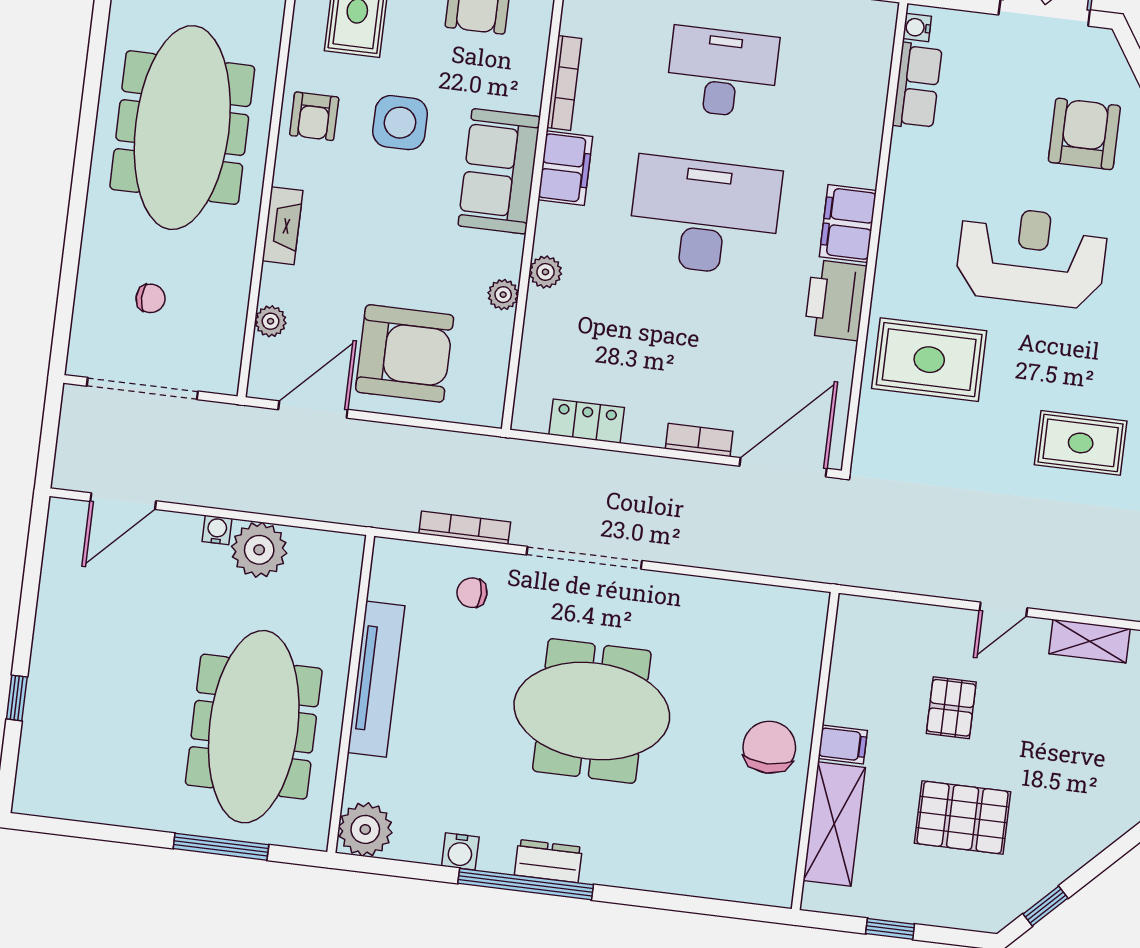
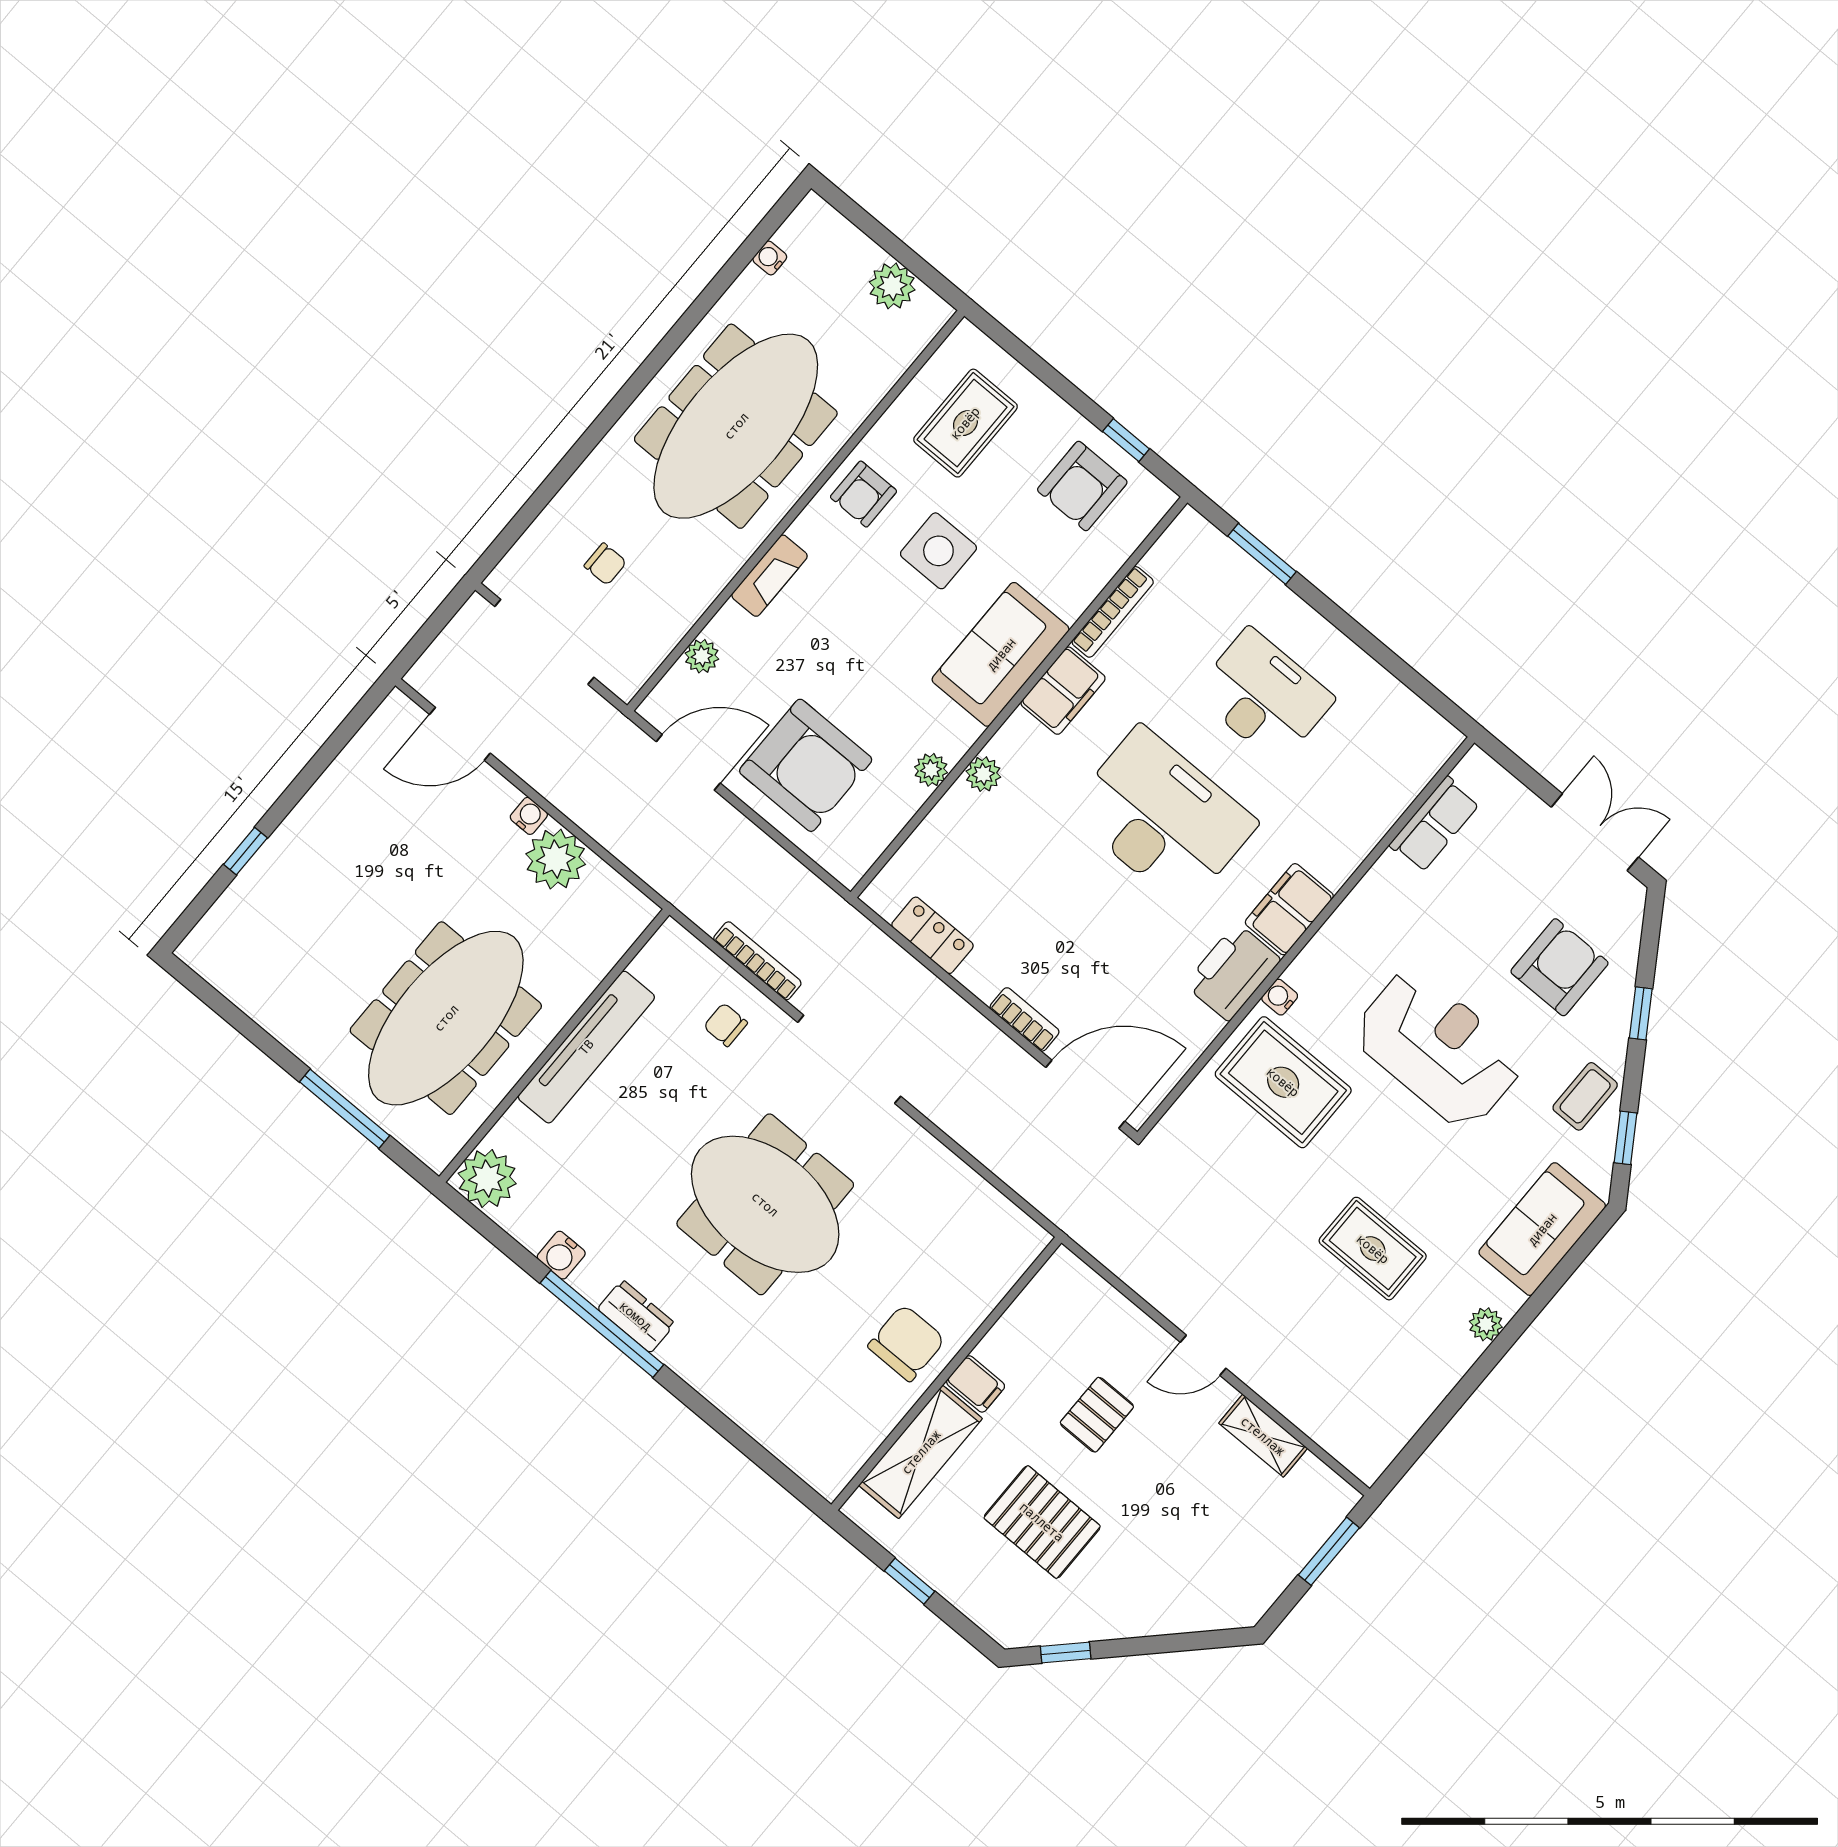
water cooler: (917, 27) -> (1280, 997), moved

